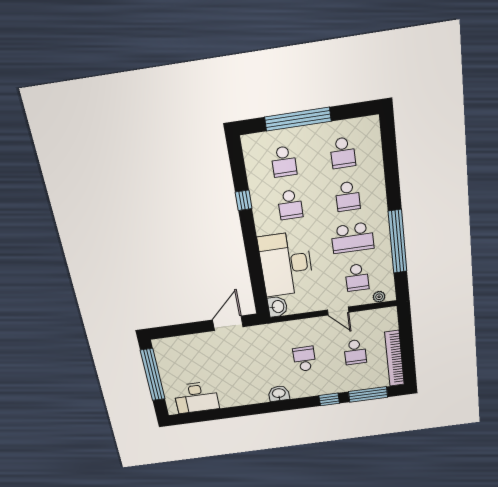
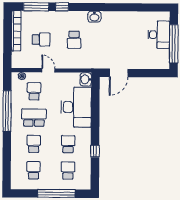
school desk: (355, 352) -> (41, 40), turned 90
desk: (196, 398) -> (159, 35), moved, turned 90

